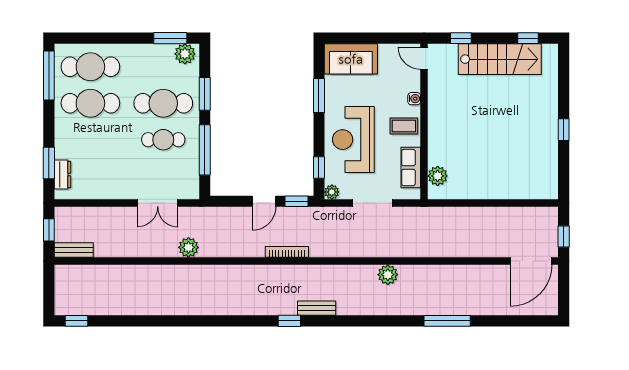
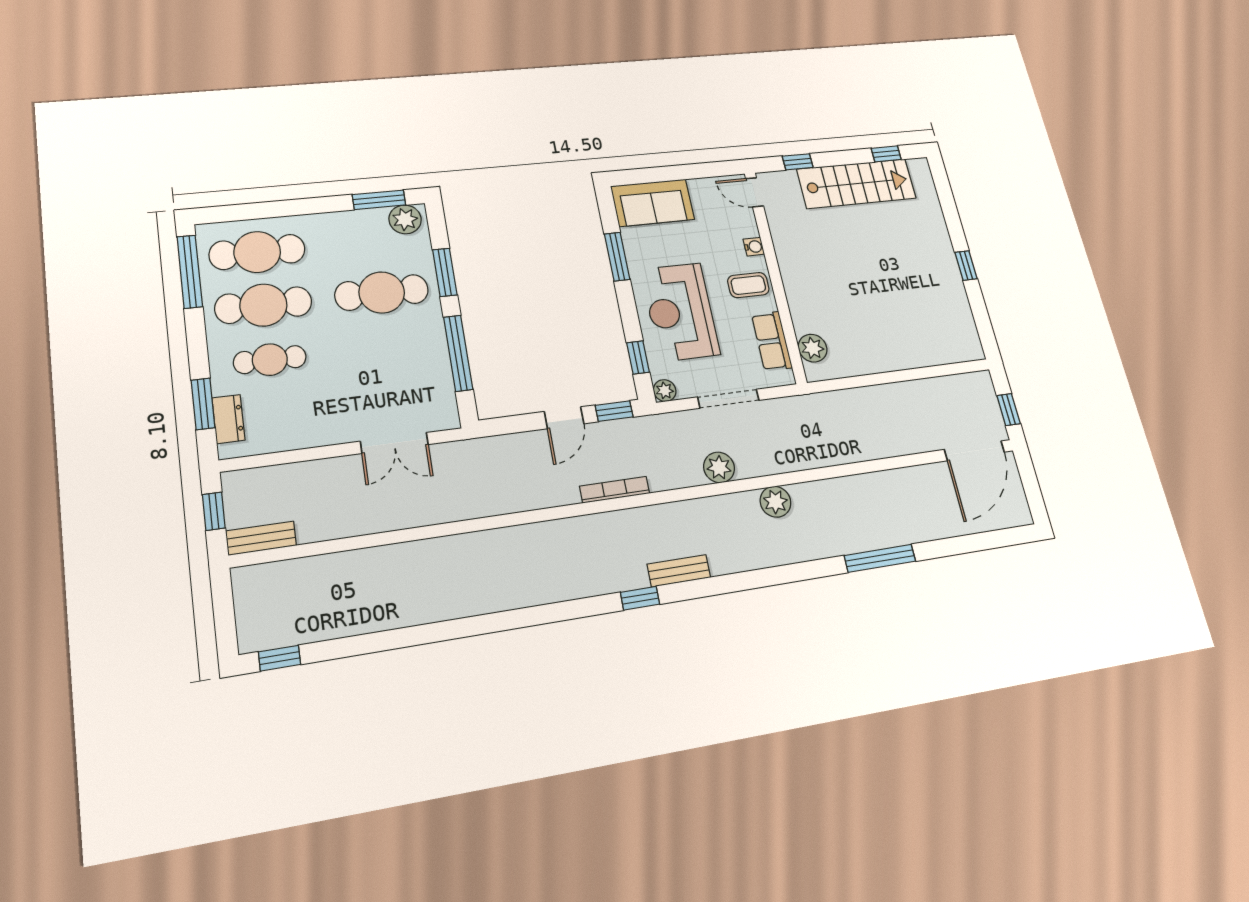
cafe table: (163, 140) -> (270, 360), moved
plant: (188, 247) -> (719, 467), moved

